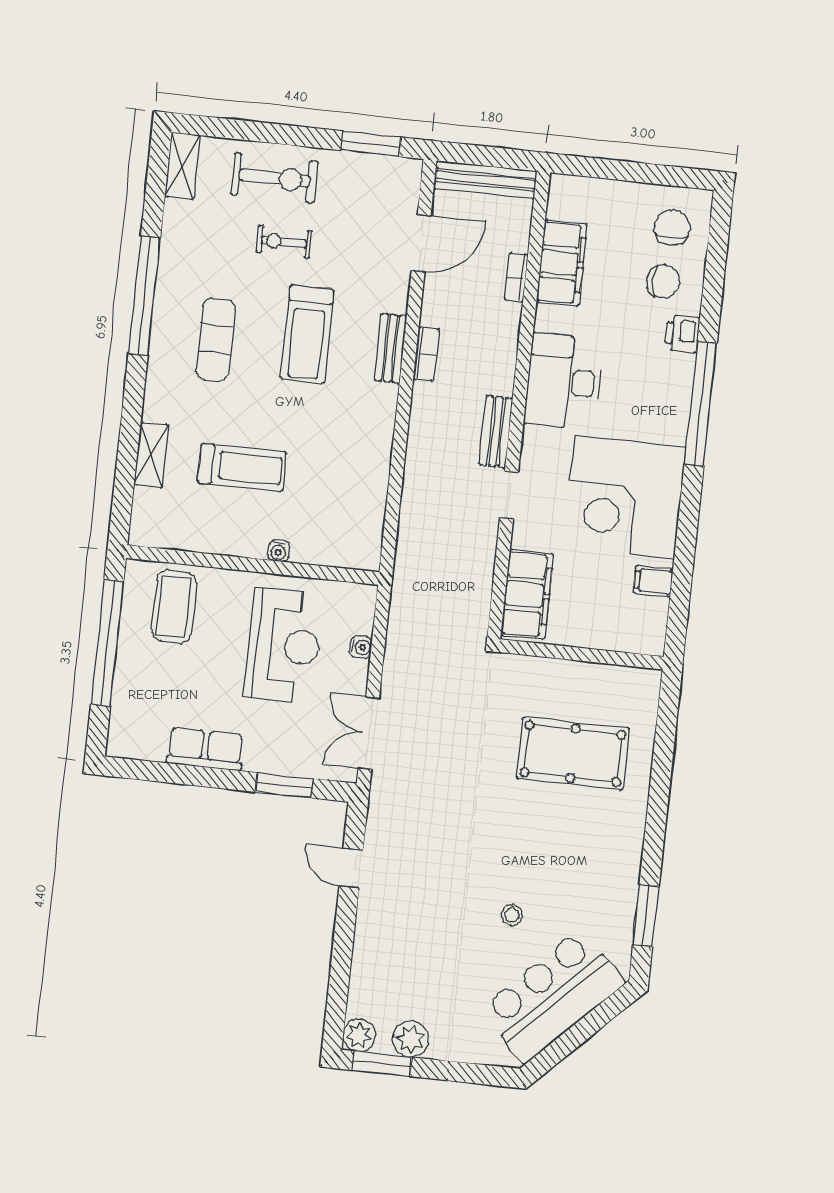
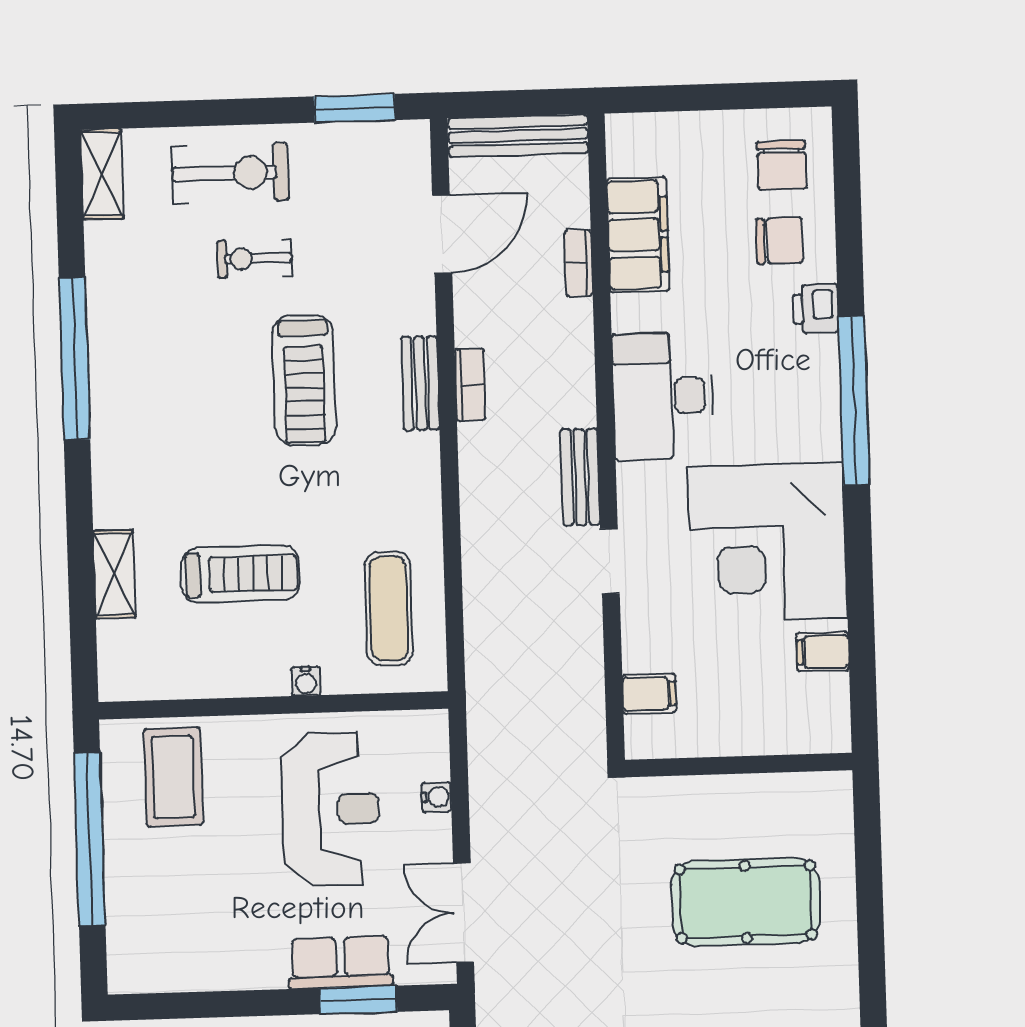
chair: (672, 227) -> (781, 165), turned 180
exercise mat: (216, 339) -> (389, 608), moved
filing cabinet: (527, 595) -> (649, 694), width x0.33, depth x0.86
row of seats: (205, 749) -> (341, 962), moved

